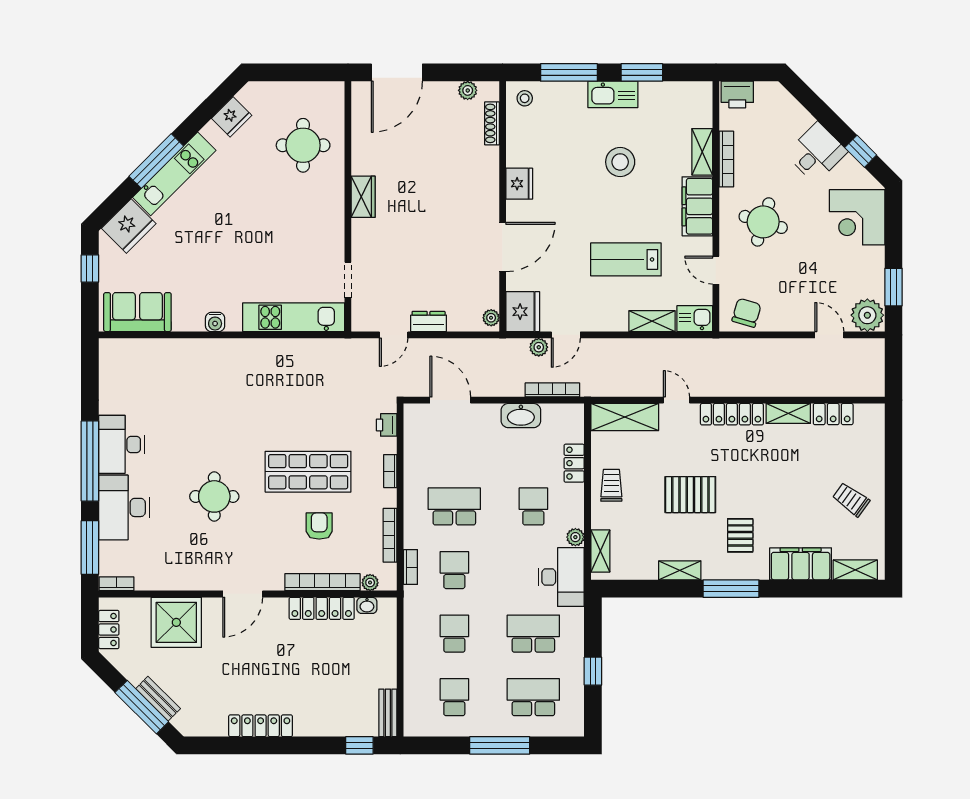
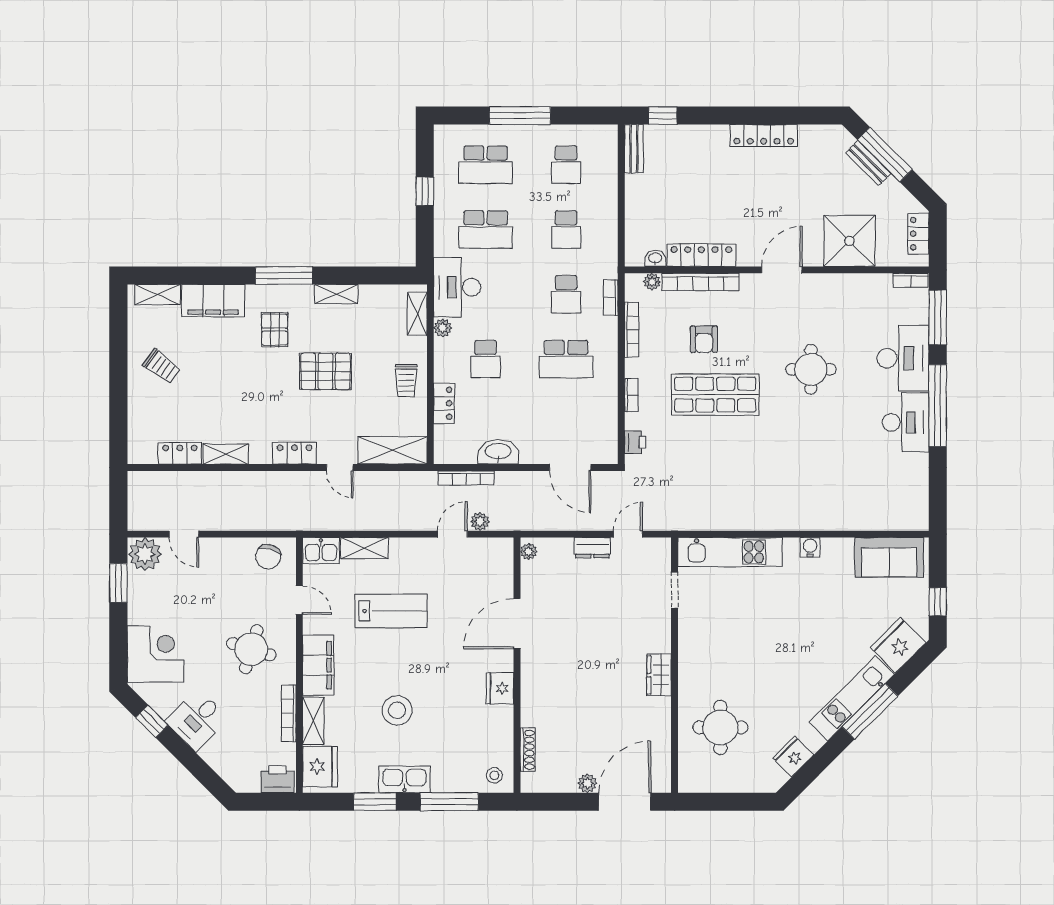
plant: (468, 90) -> (587, 783), moved
fridge: (523, 312) -> (320, 767), moved, turned 180
locker: (732, 414) -> (295, 453), width x0.66

